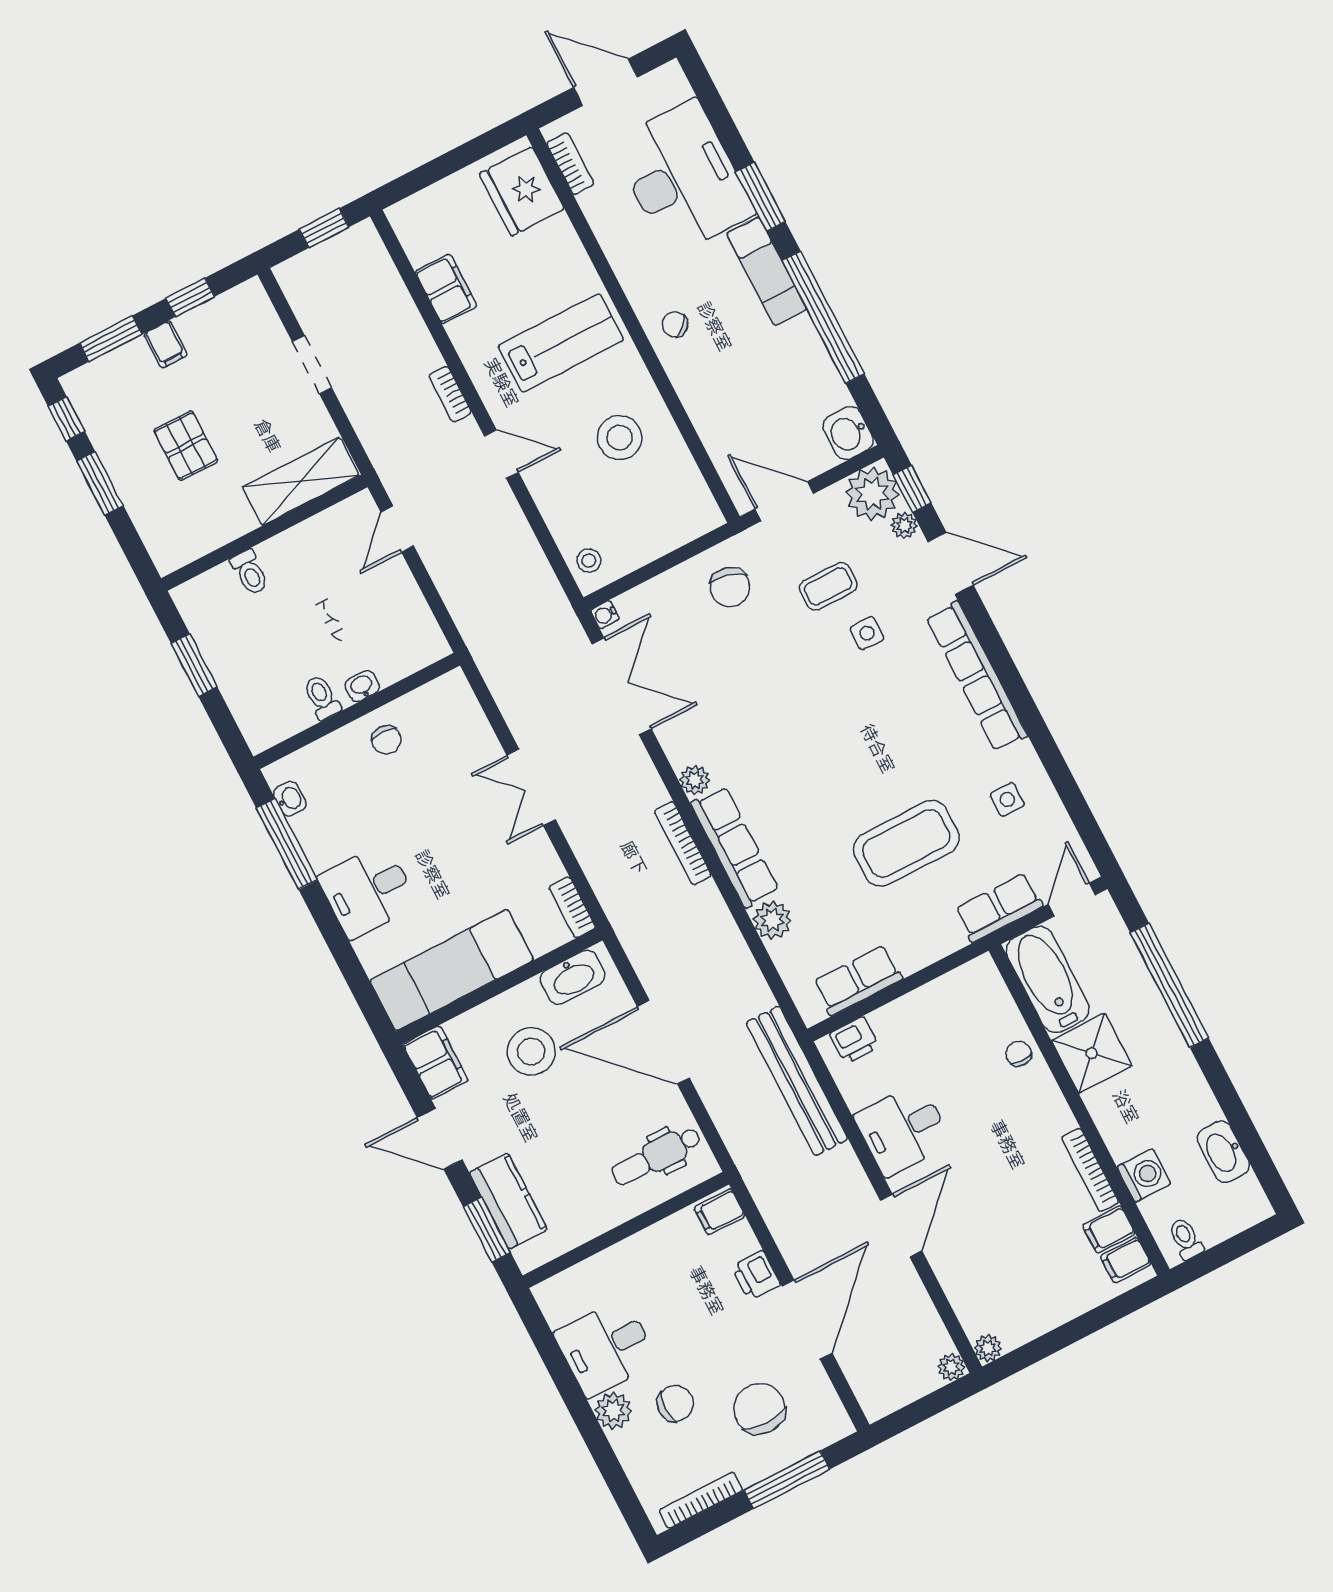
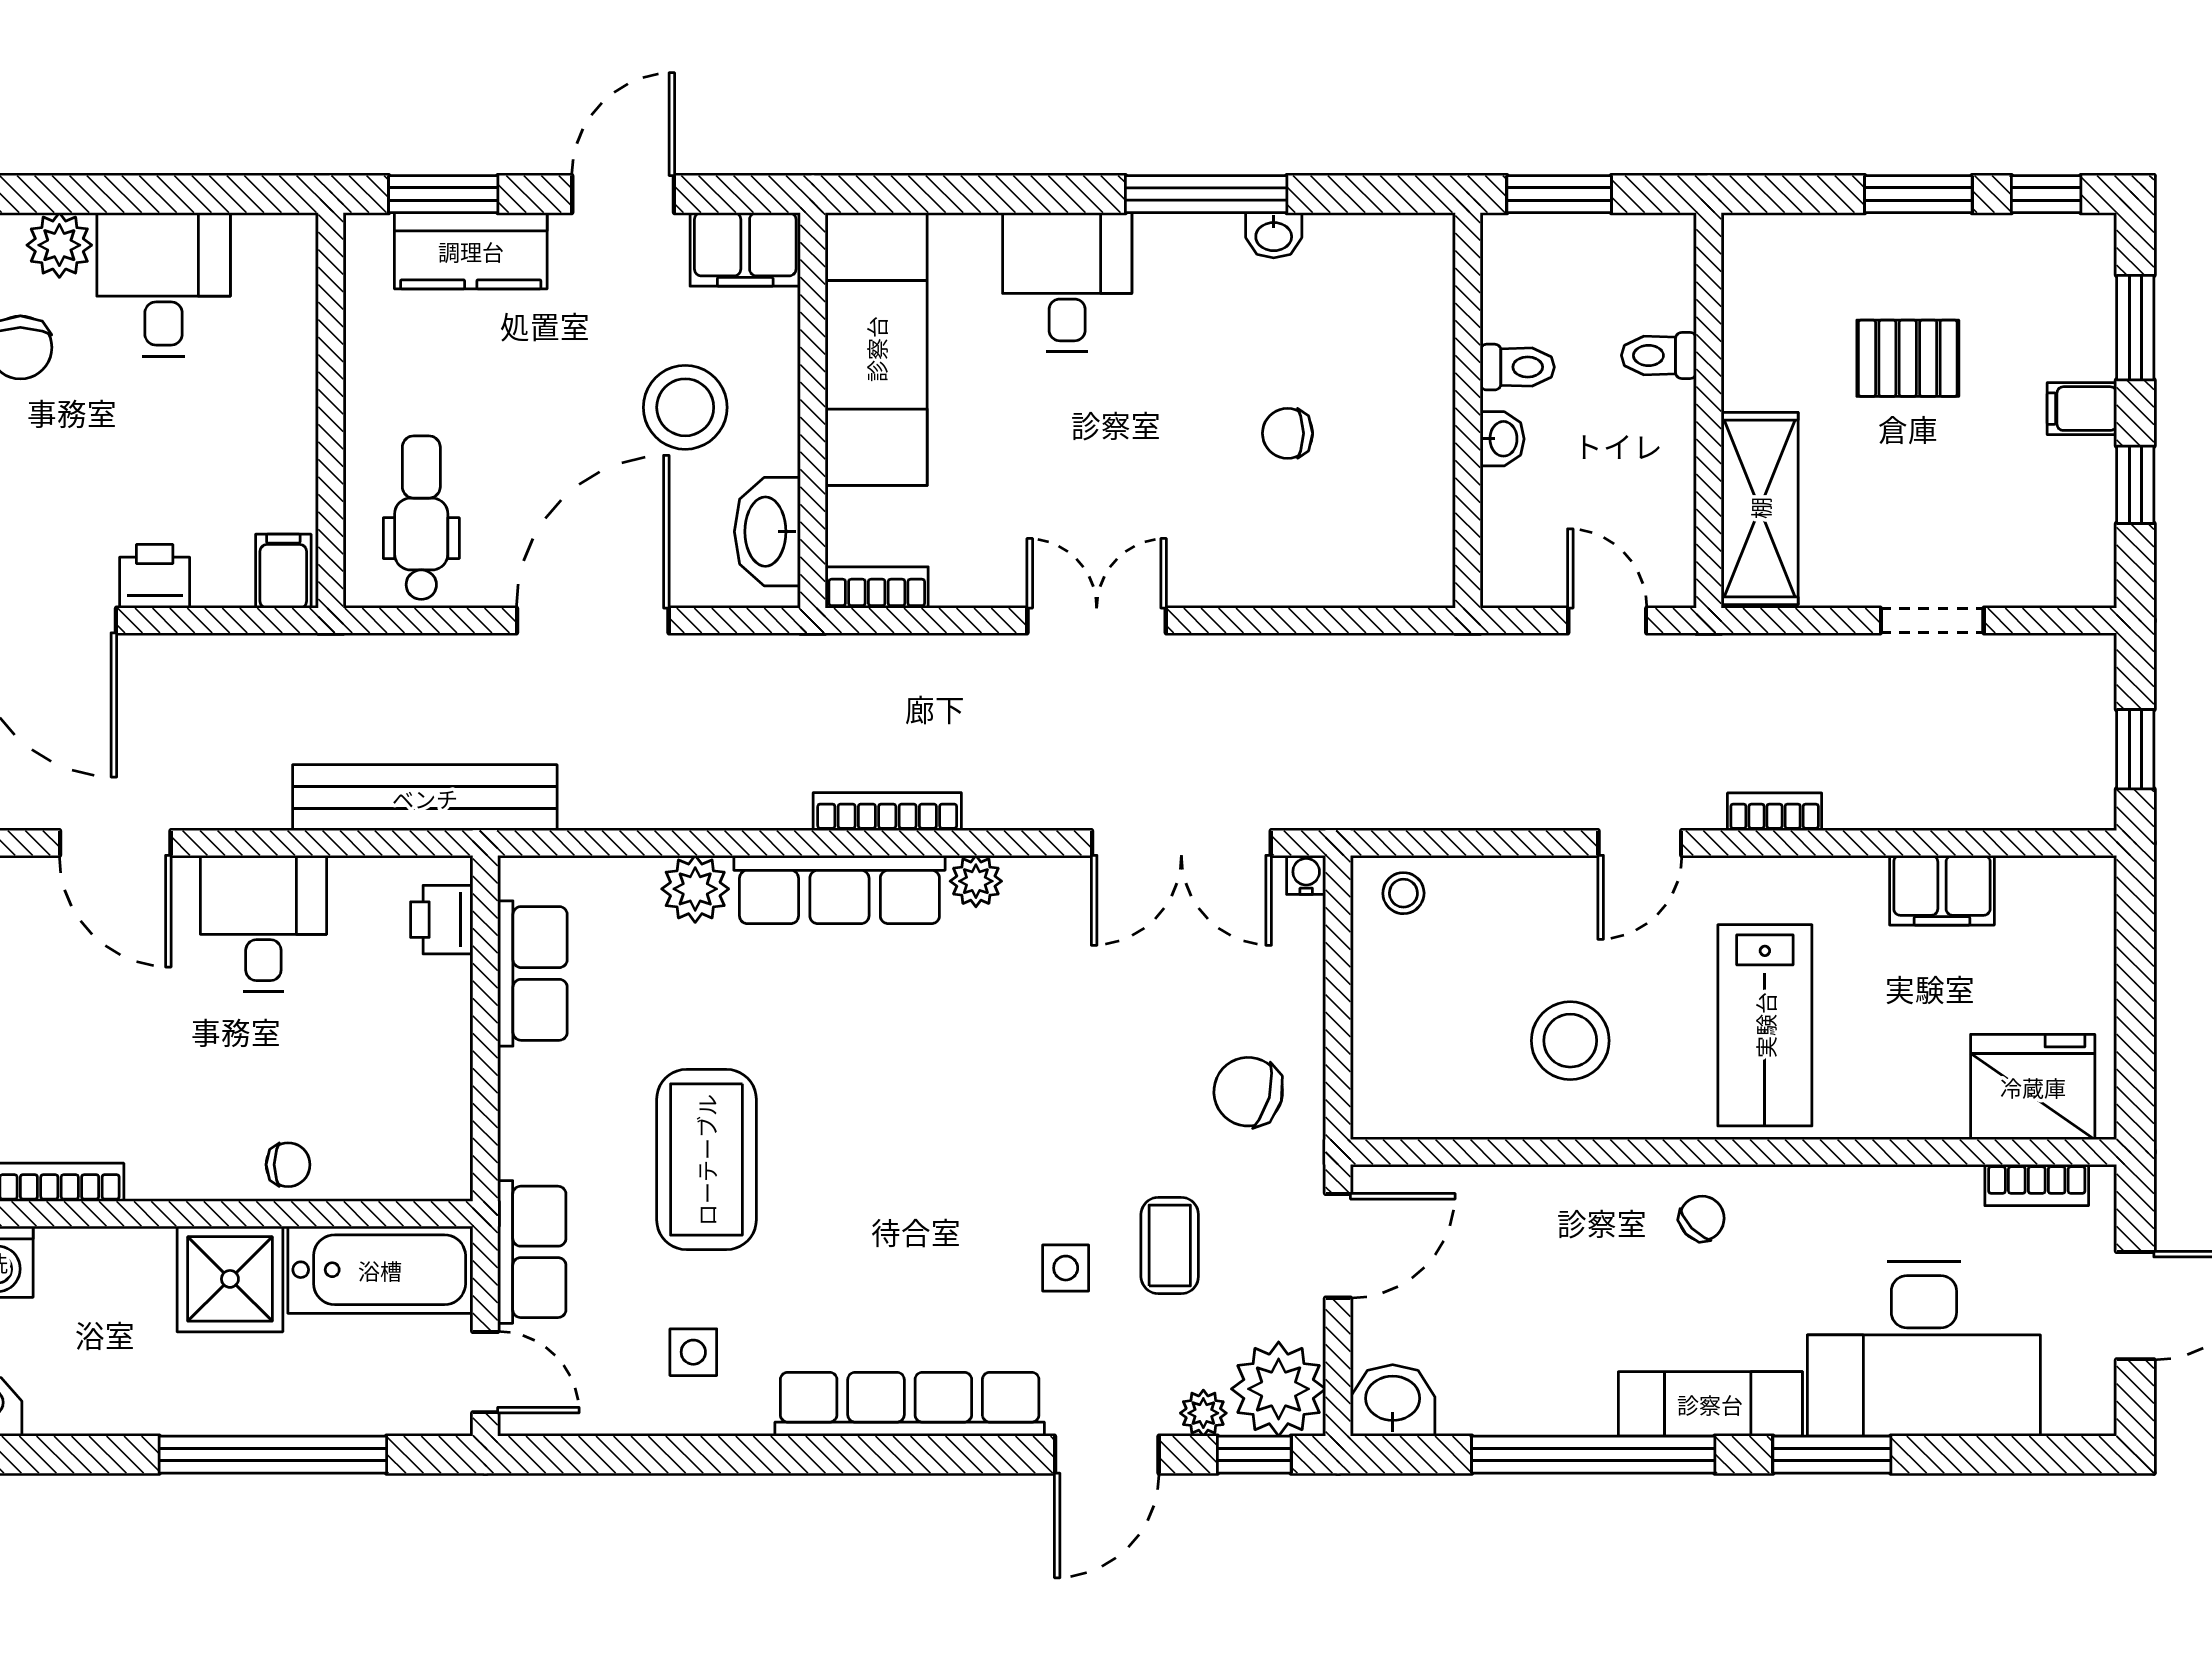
washbasin: (362, 686) -> (1502, 439), moved
toilet: (322, 697) -> (1517, 367), moved
wall: (357, 711) -> (1468, 410), moved

